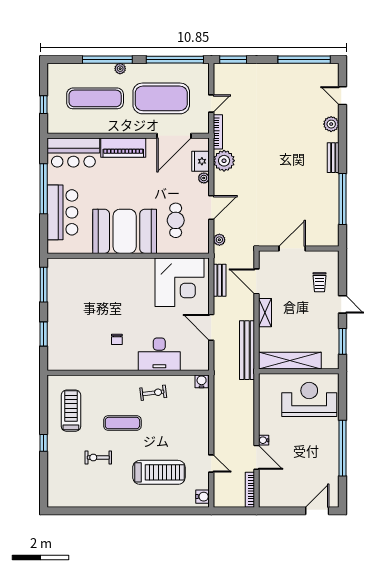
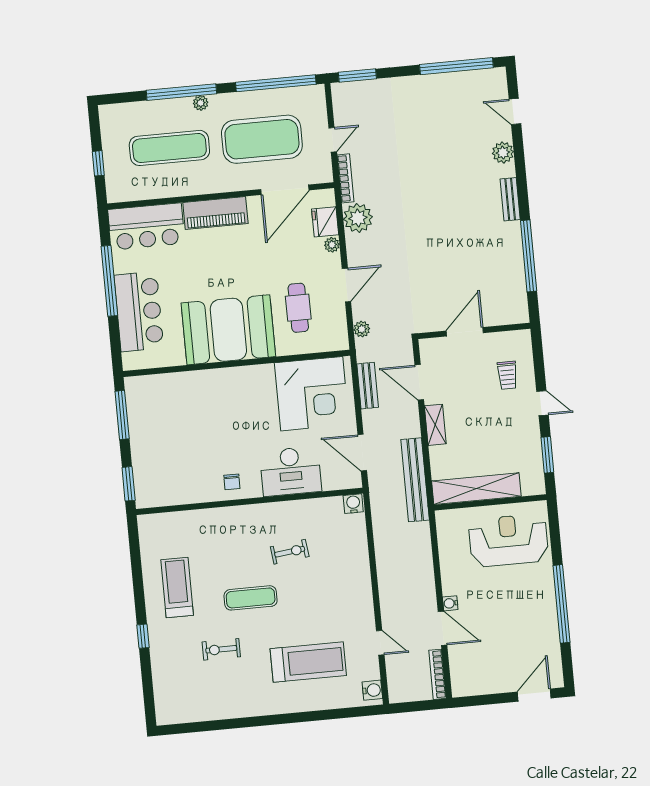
desk: (159, 354) -> (291, 471), moved
wall: (128, 373) -> (250, 501), moved
water cooler: (202, 381) -> (353, 504), moved

